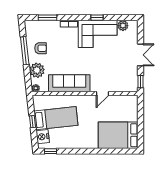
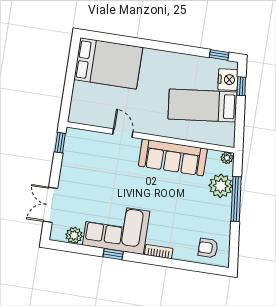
window: (48, 18) -> (191, 266), removed
armchair: (41, 48) -> (208, 248), moved
window: (25, 51) -> (236, 199), moved
double door: (140, 55) -> (50, 205), moved
door: (103, 93) -> (123, 133), hinge flipped
window: (32, 122) -> (241, 86), moved

